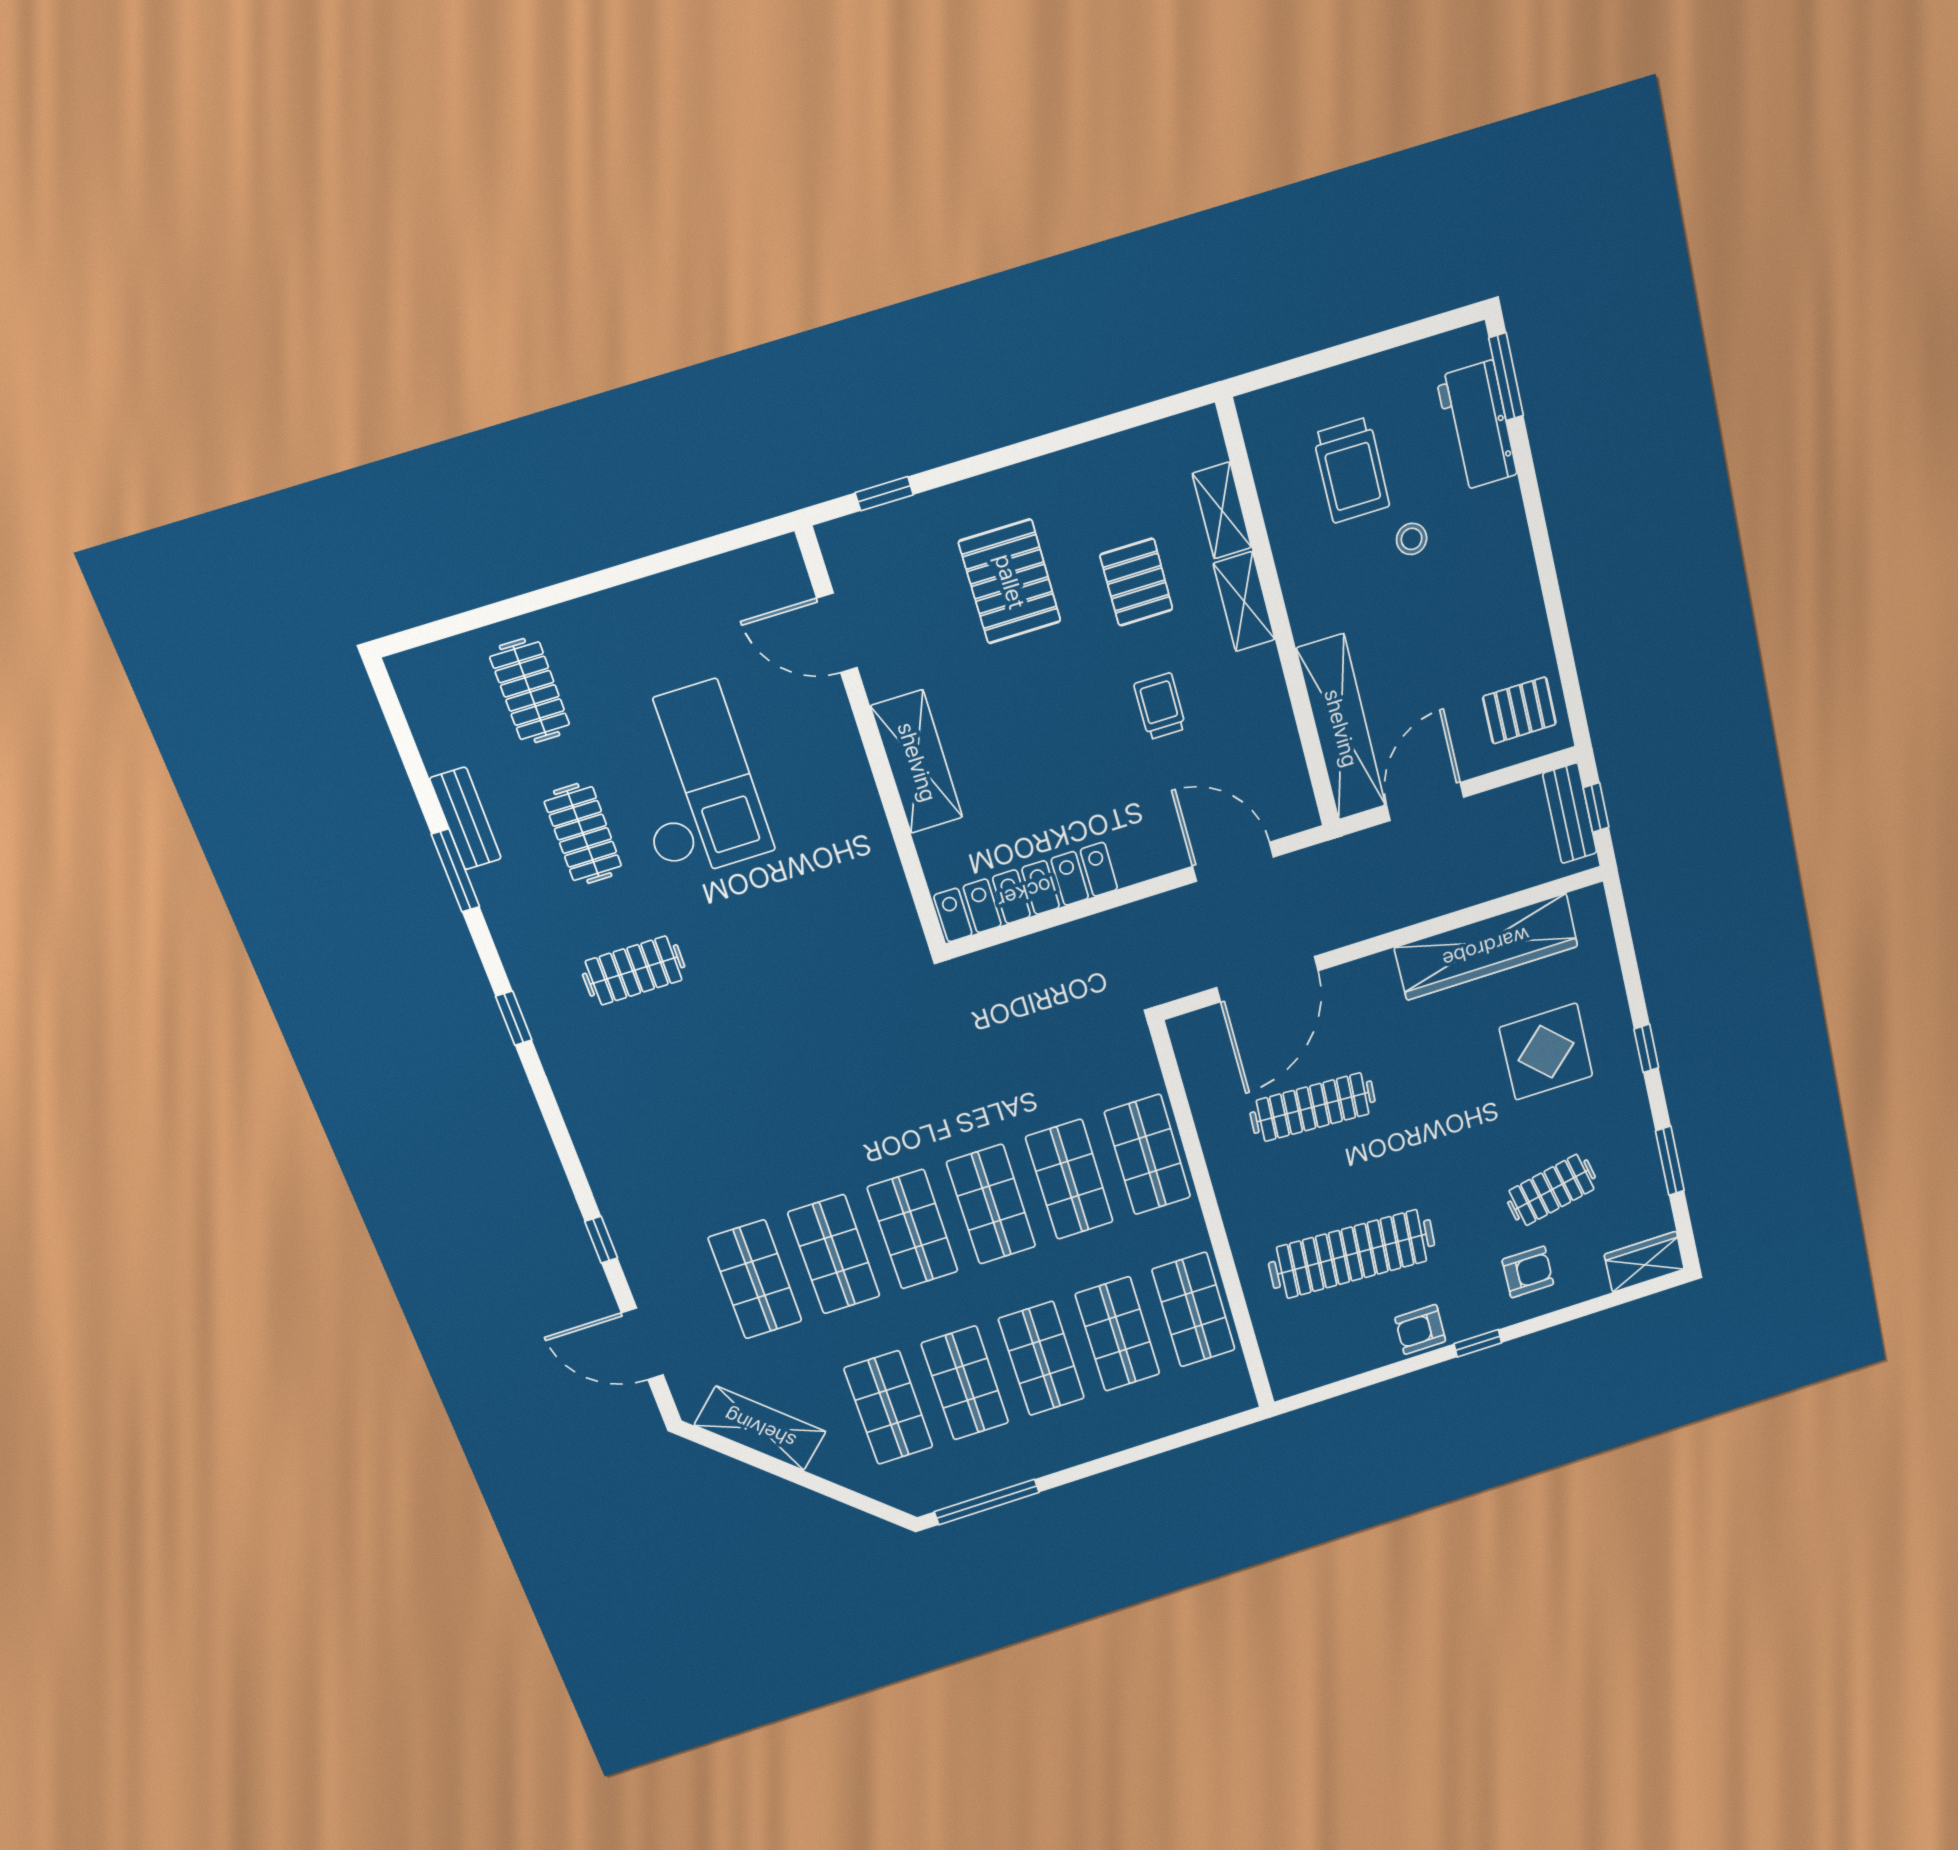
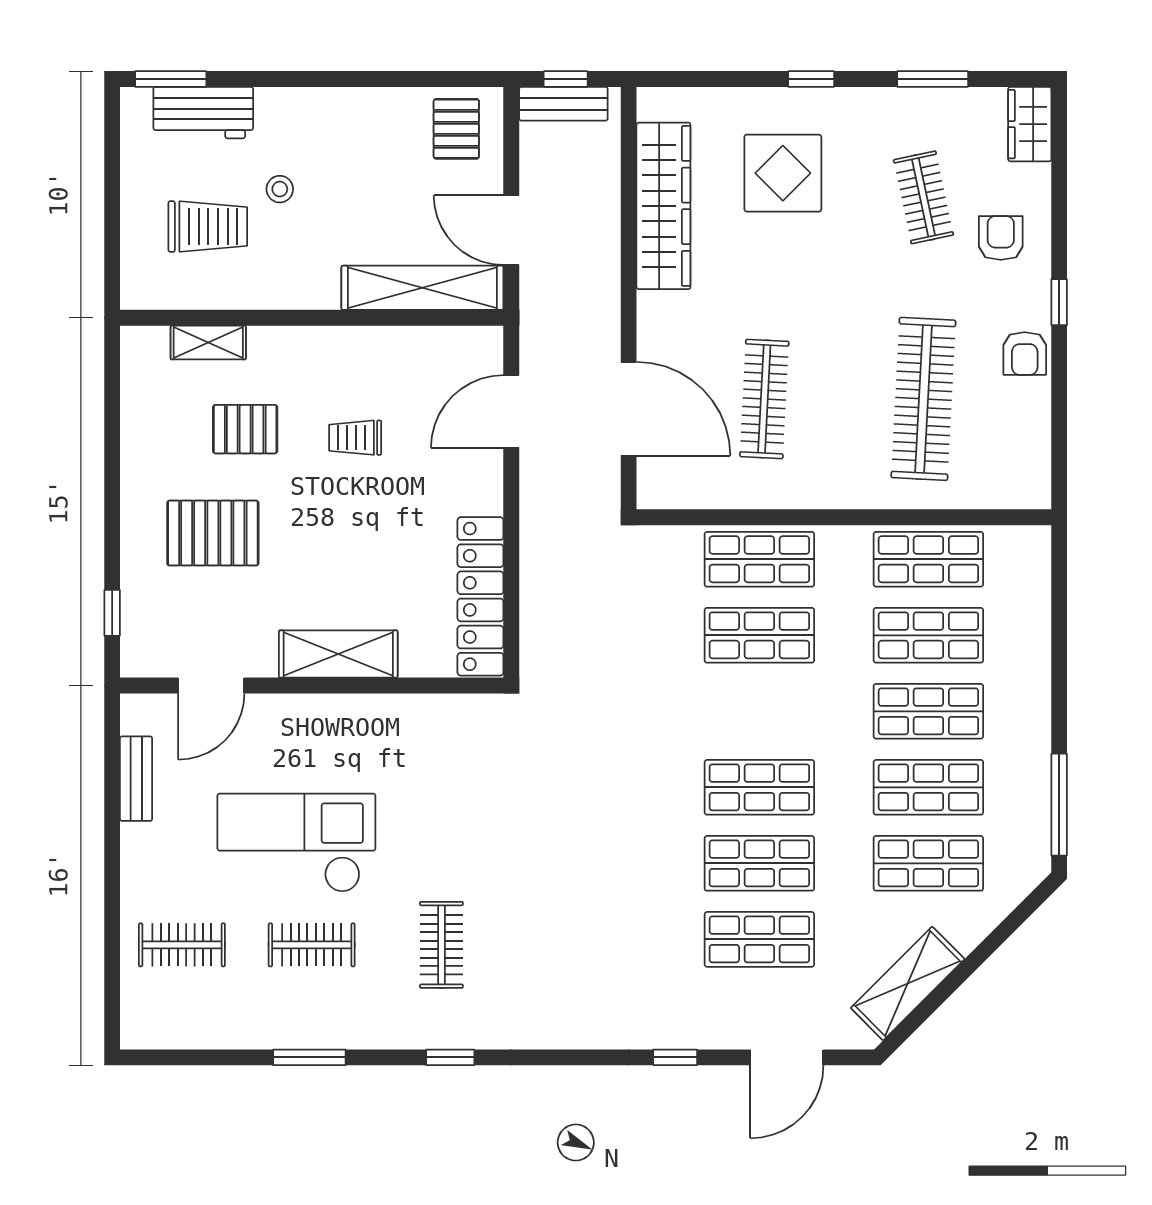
shelving: (1244, 602) -> (289, 344), removed
bench: (465, 819) -> (136, 779), moved, turned 90
shop shelf: (991, 1204) -> (759, 711), removed

